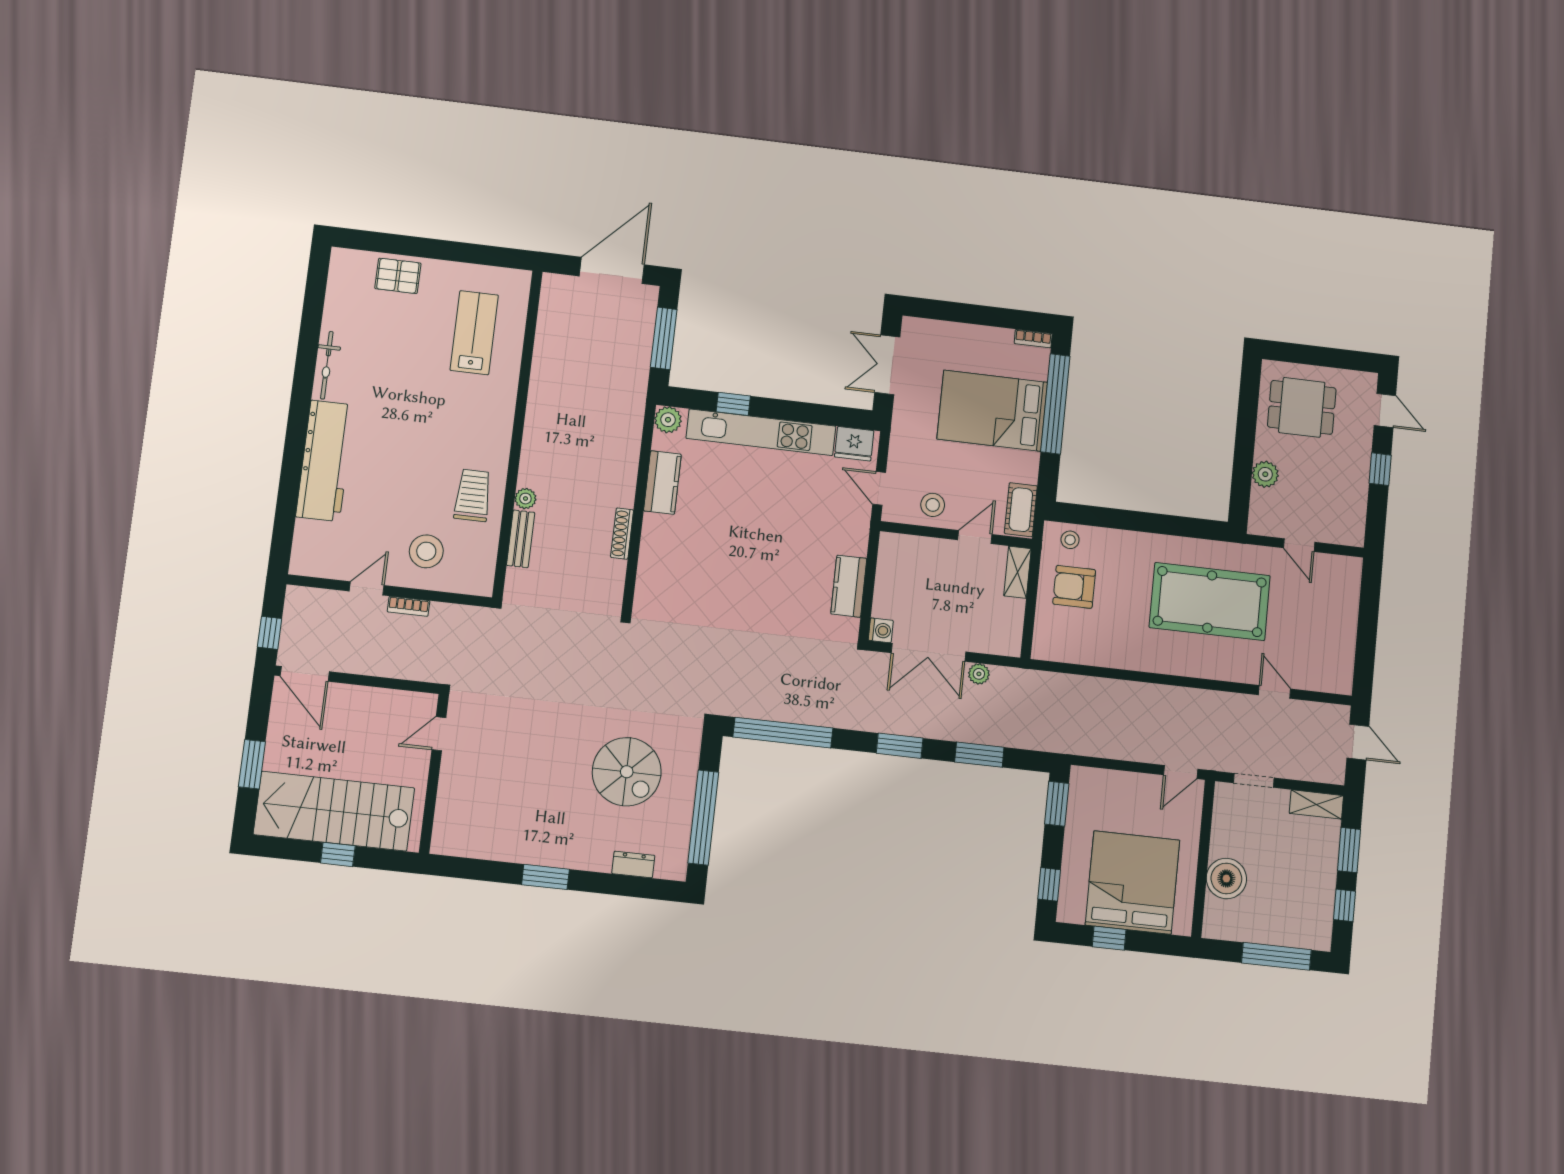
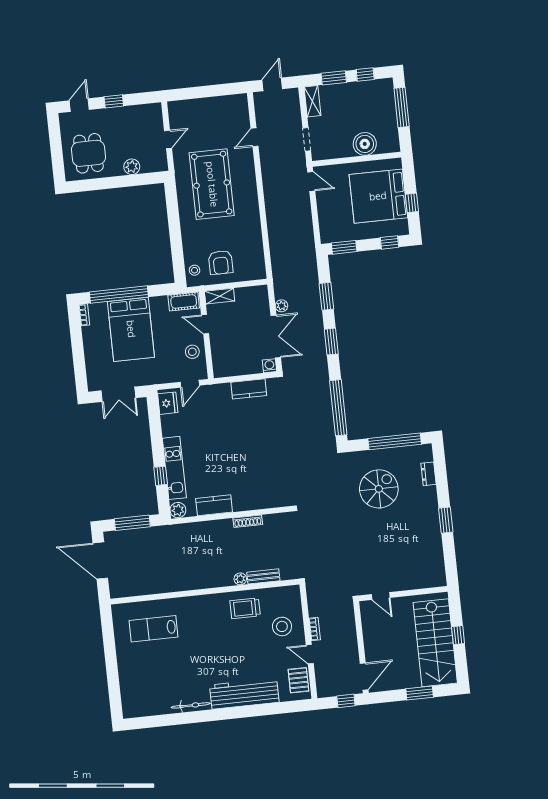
pallet: (398, 276) -> (298, 680), moved
kitchen unit: (761, 432) -> (174, 468), width x0.73

